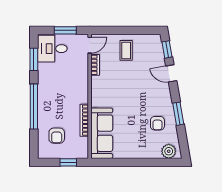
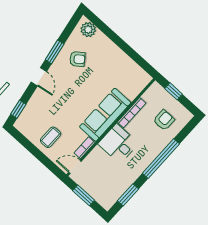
desk: (52, 49) -> (118, 144), moved, turned 180
door: (171, 73) -> (39, 77), moved
armchair: (157, 123) -> (77, 59), turned 53
sofa: (102, 133) -> (105, 115), moved

